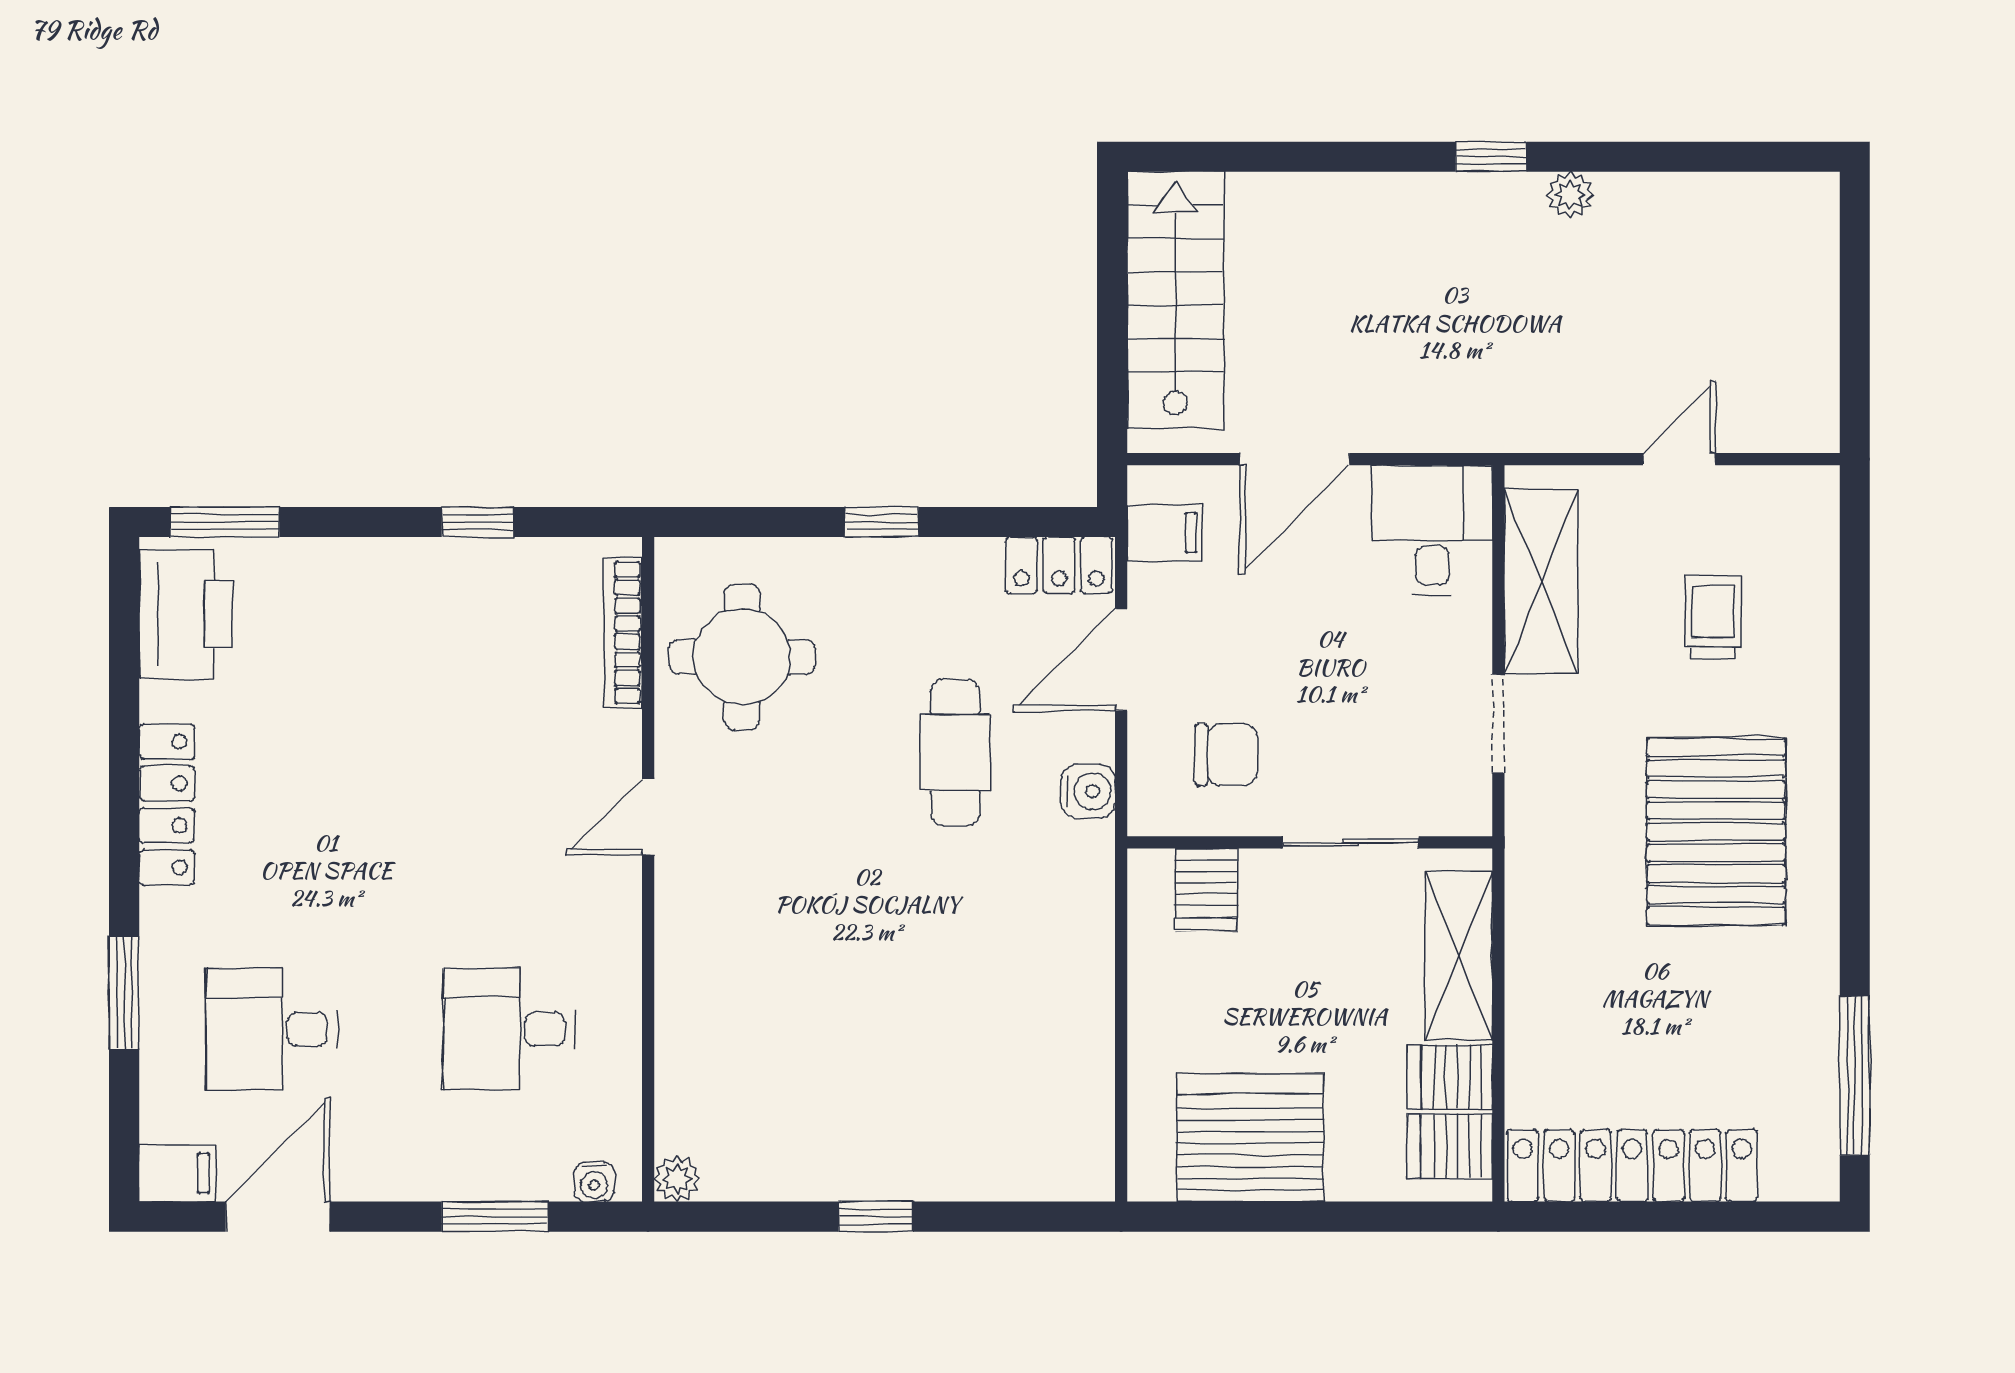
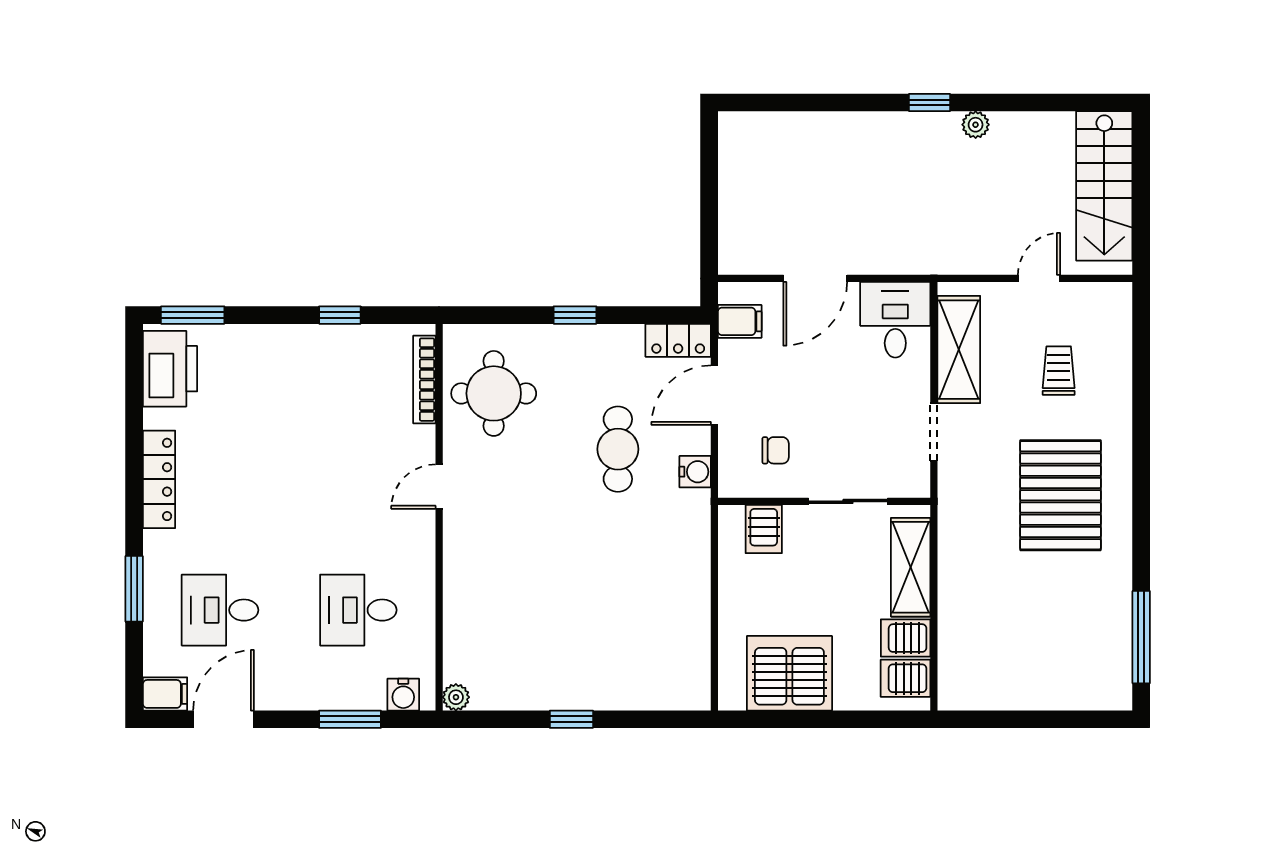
stairs: (1176, 300) -> (1104, 186), moved, turned 180
chair: (1226, 755) -> (776, 450), width x0.73, depth x0.73
locker: (1632, 1166) -> (1012, 690), removed
water cooler: (594, 1182) -> (403, 695), width x1.38, depth x1.38

